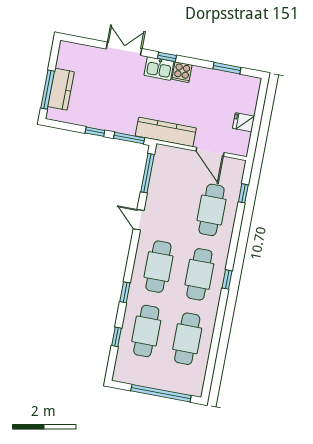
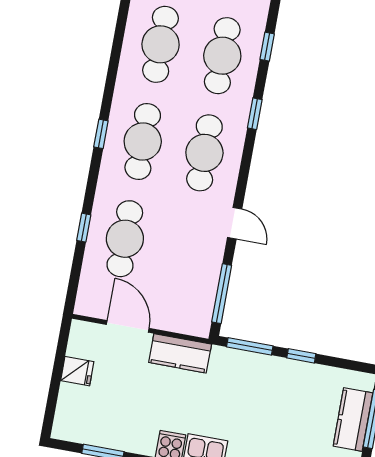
kitchen counter: (166, 132) -> (180, 353), width x0.67
window: (243, 193) -> (84, 228), moved

